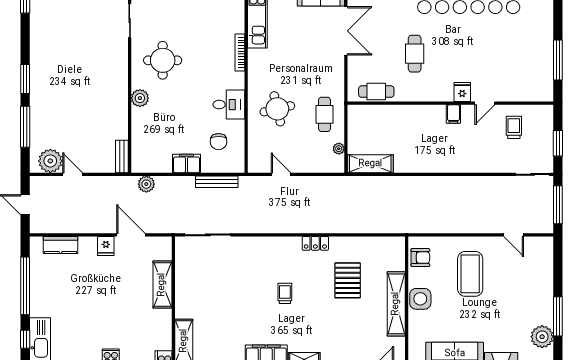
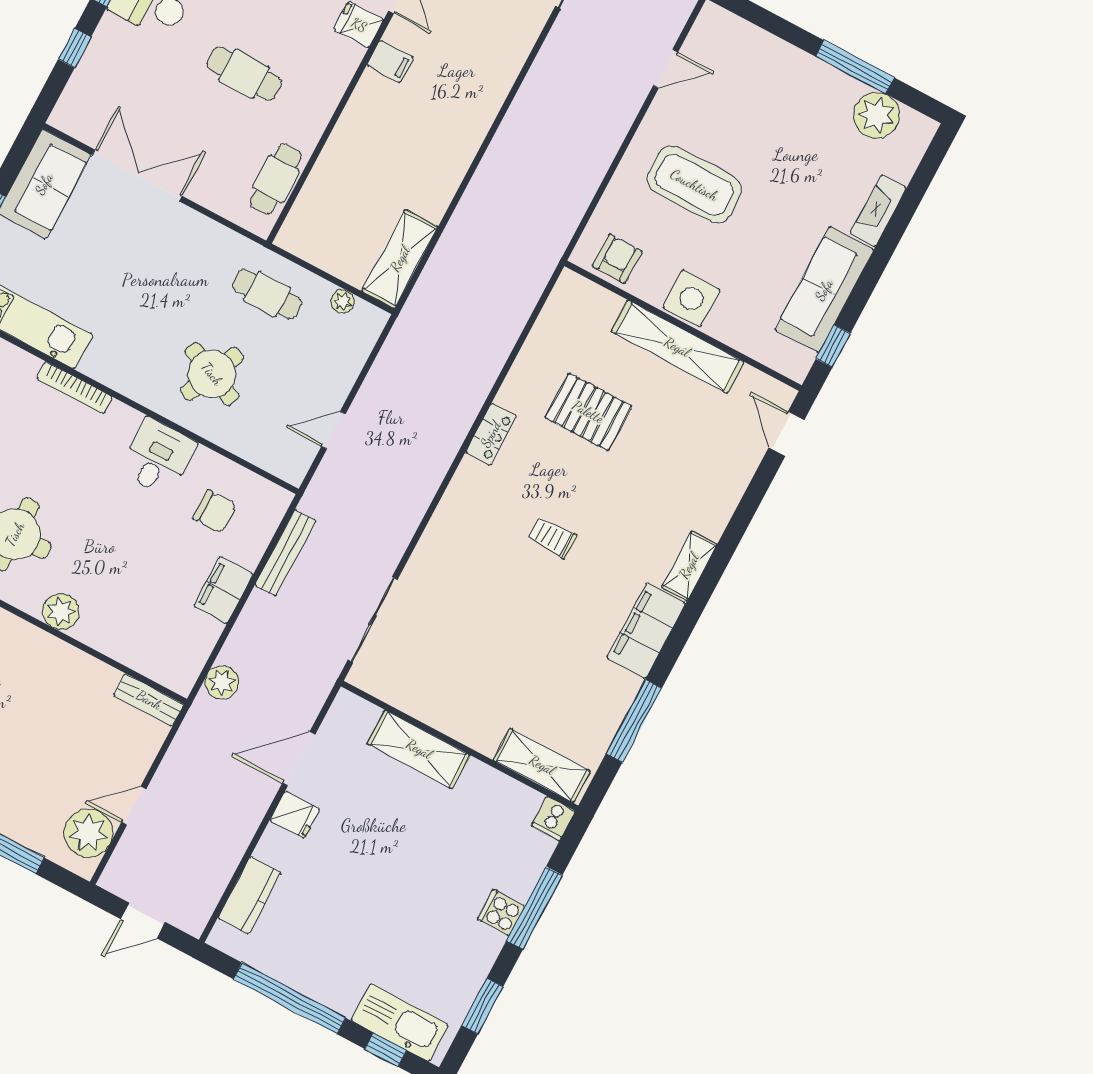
round table: (277, 109) -> (212, 374), turned 37

